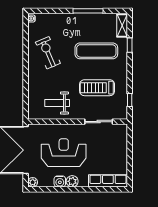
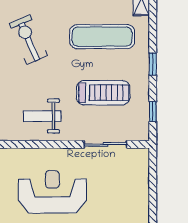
window: (130, 45) -> (153, 64), moved
treadmill: (97, 88) -> (103, 93), turned 180

